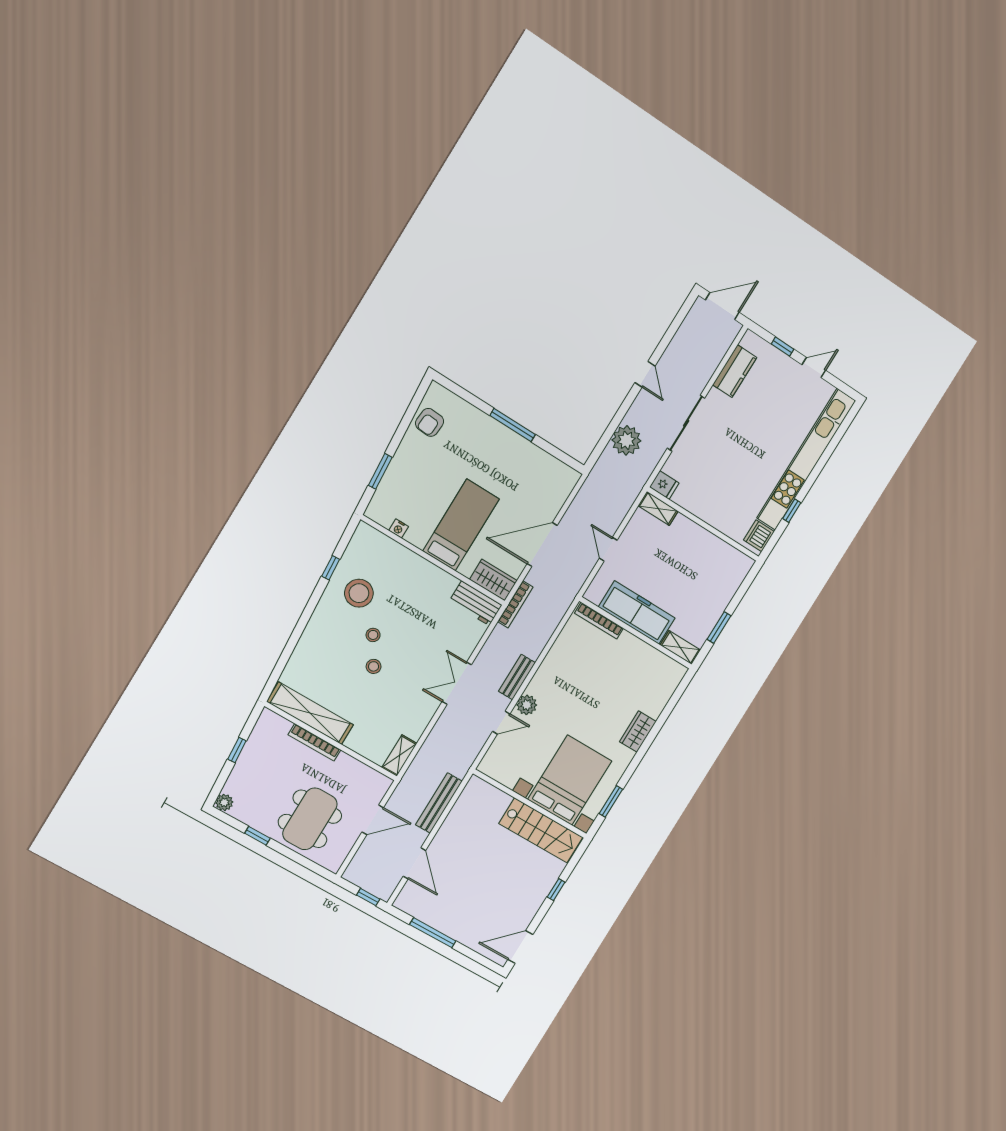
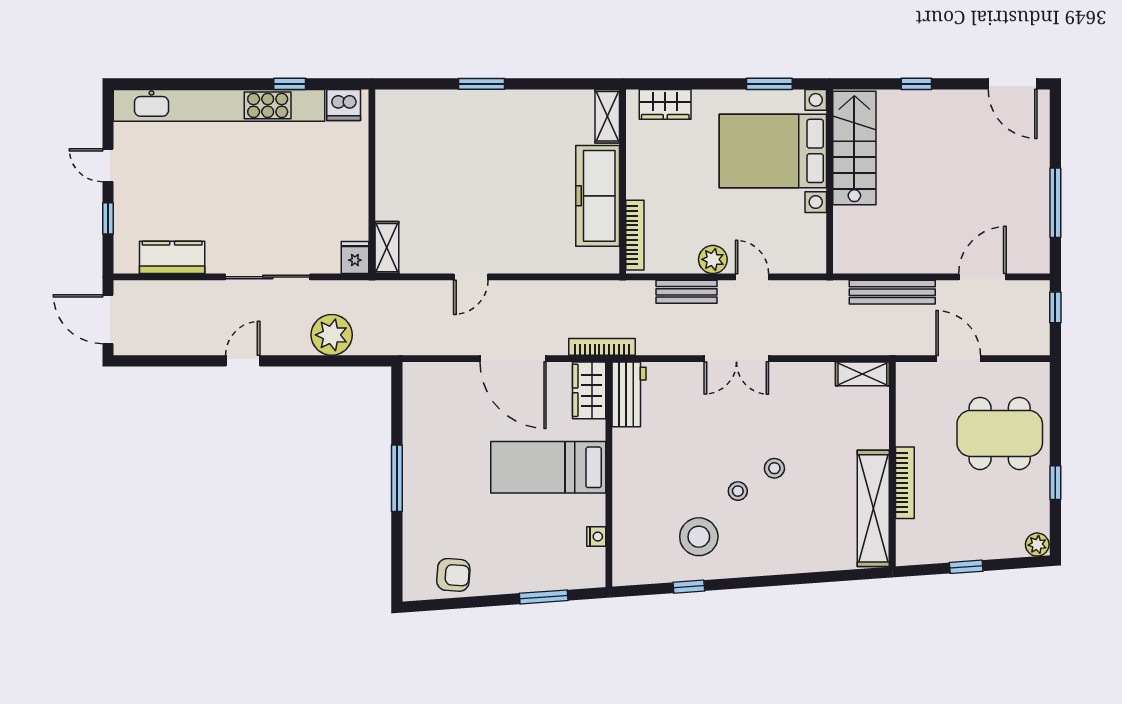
freezer: (637, 612) -> (598, 196), moved
bookcase: (599, 621) -> (635, 235), moved
wall: (636, 633) -> (623, 182), moved
shelving: (680, 647) -> (607, 116), moved

